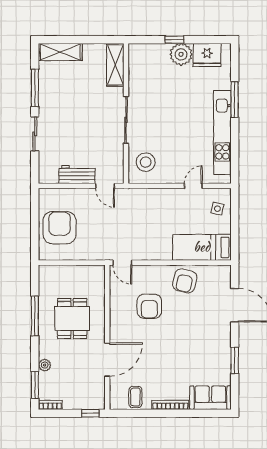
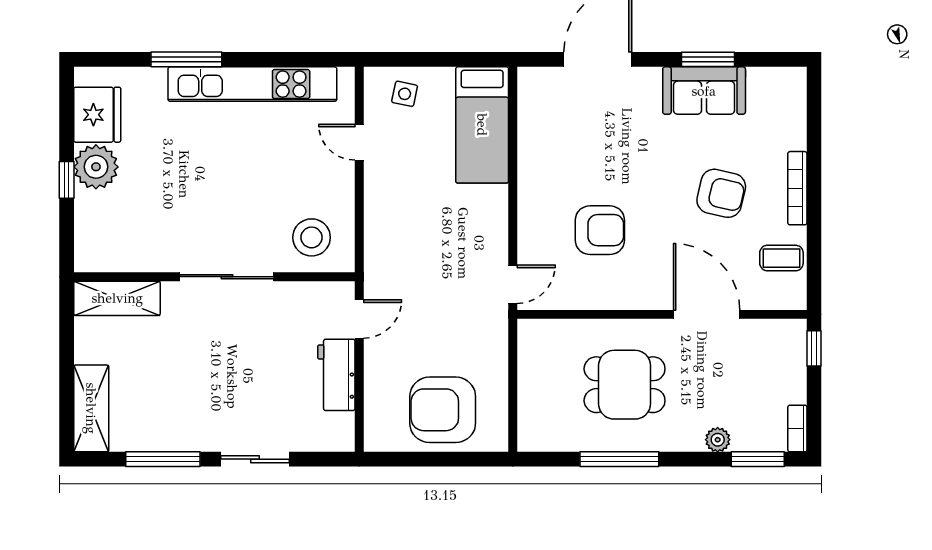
armchair: (185, 281) -> (721, 193), moved
sofa: (210, 398) -> (704, 91), moved, turned -90

